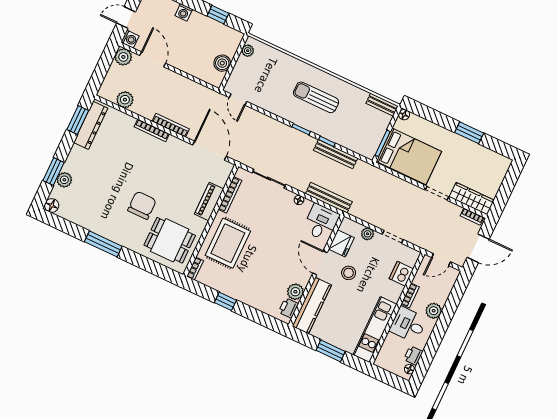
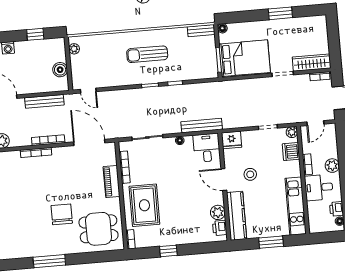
bench: (336, 154) -> (44, 101), moved
plant: (368, 234) -> (292, 132), moved
fridge: (341, 243) -> (232, 140), moved, turned 90

